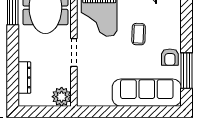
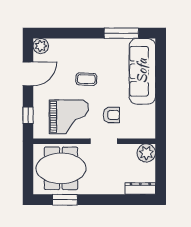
armchair: (170, 57) -> (111, 115), moved
dresser: (24, 78) -> (140, 189), moved

